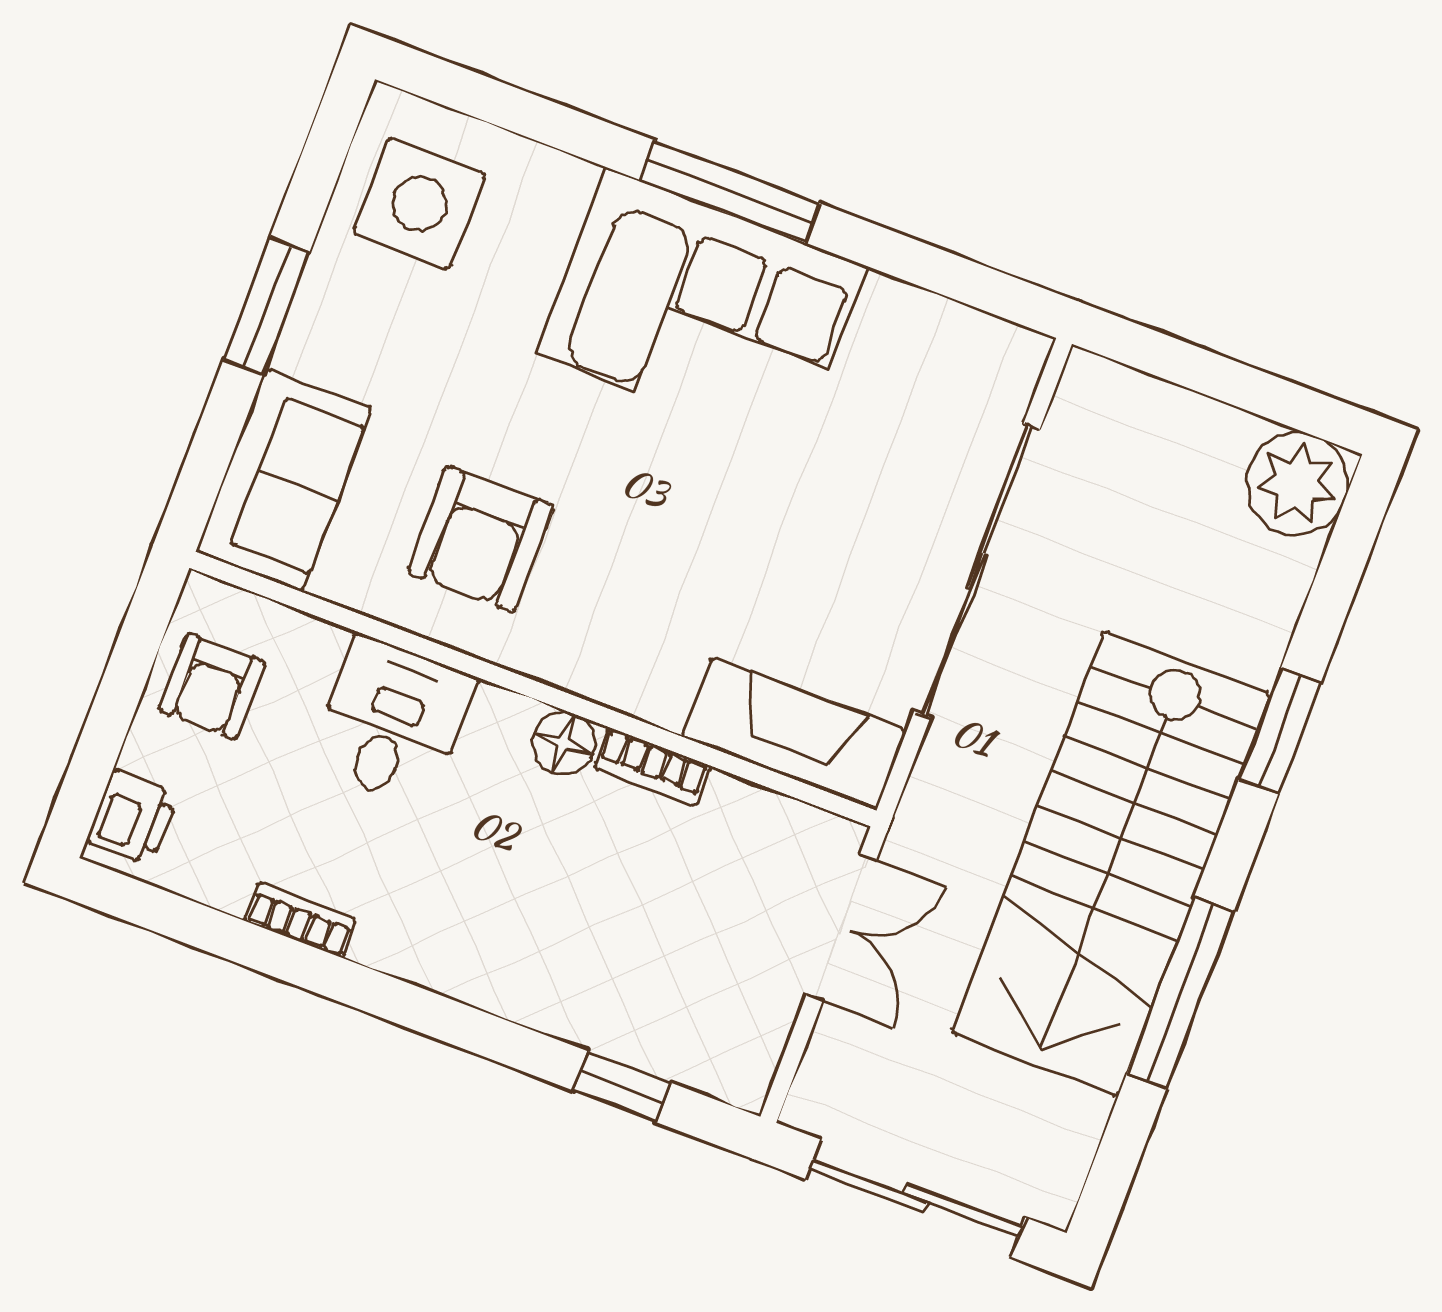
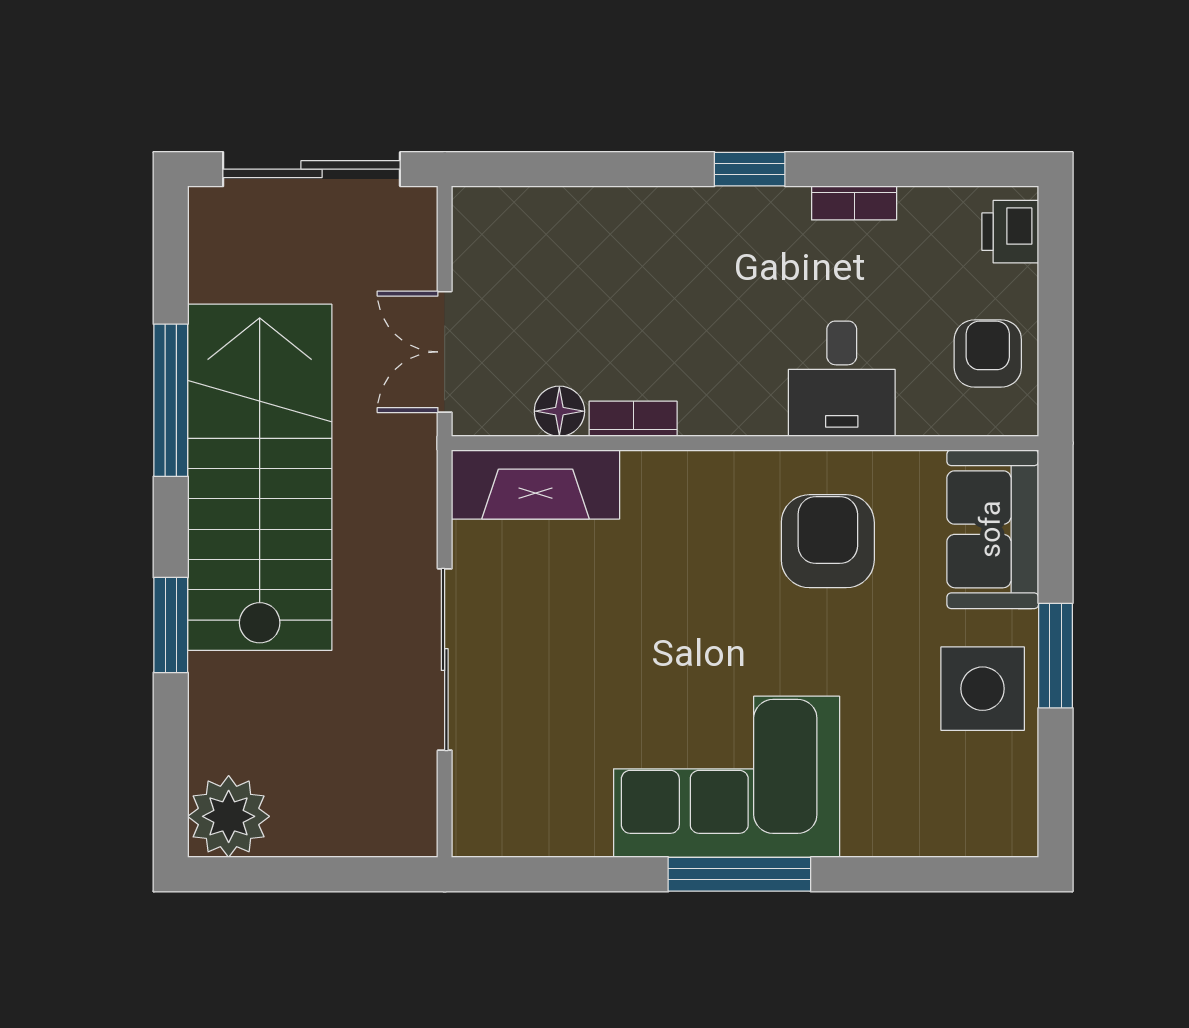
side table: (419, 203) -> (983, 689), moved
sliding door: (977, 571) -> (445, 659), width x0.73
floor lamp: (563, 743) -> (559, 411), moved
window: (622, 1087) -> (750, 169), moved

